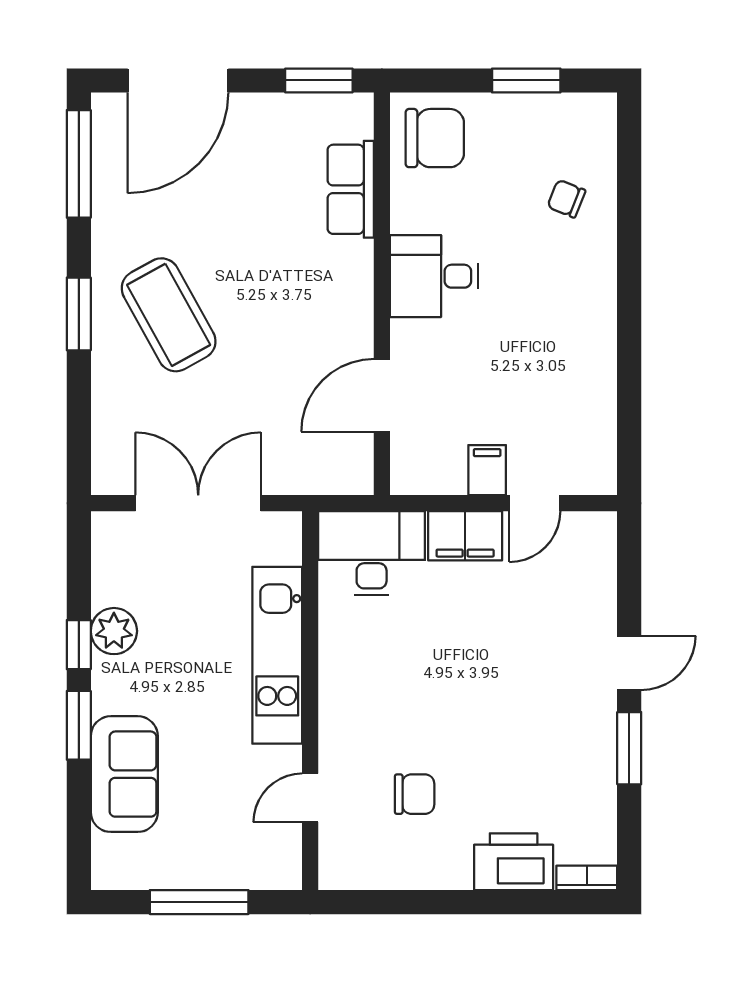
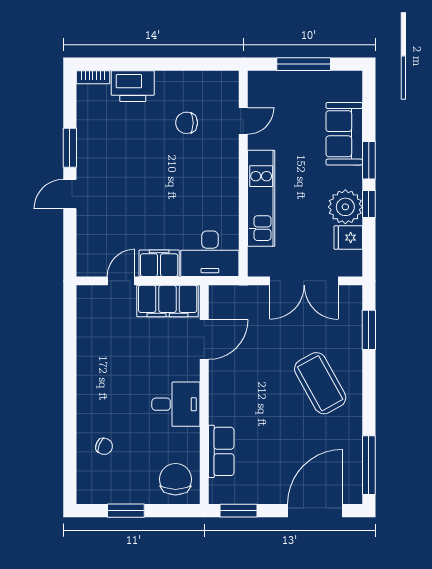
chair: (435, 138) -> (176, 479), turned 90
window: (79, 314) -> (369, 330), moved
filing cabinet: (487, 470) -> (168, 301), width x3.00, depth x1.17
fridge: (117, 583) -> (348, 238), added
plant: (114, 631) -> (345, 207), width x1.36, depth x1.36

